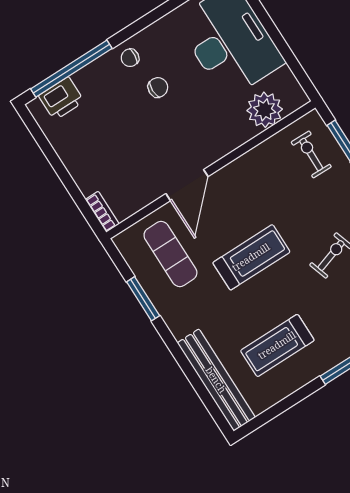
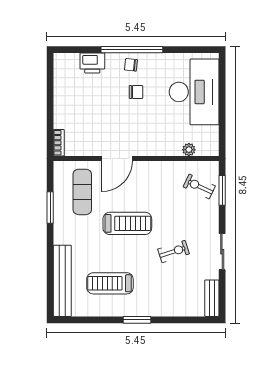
window: (71, 69) -> (132, 50), moved
printer: (61, 99) -> (92, 63), moved
plant: (265, 110) -> (189, 150), width x0.53, depth x0.53
exercise bike: (311, 154) -> (199, 186), turned -66

